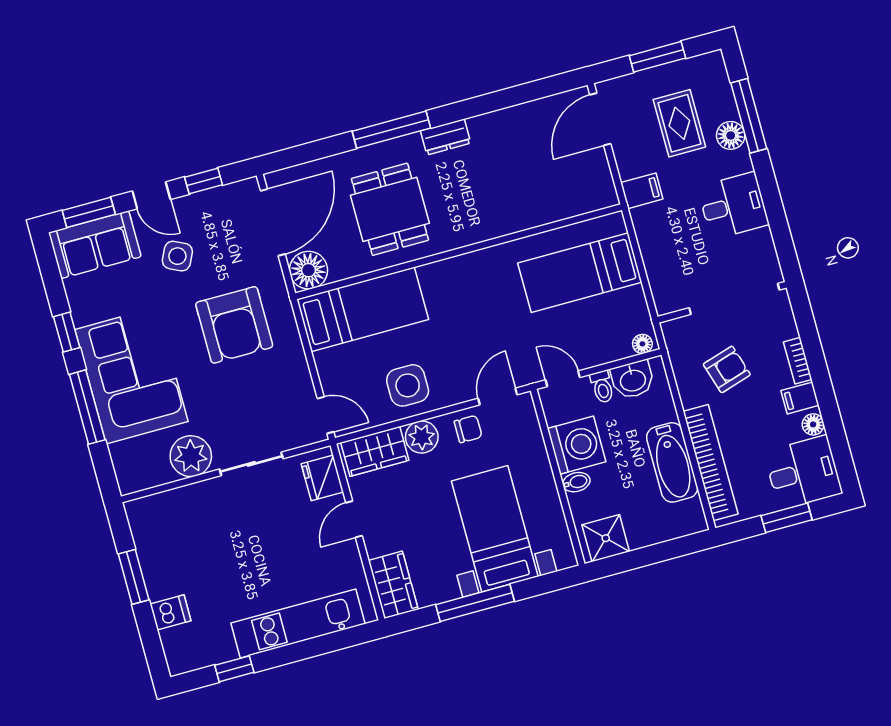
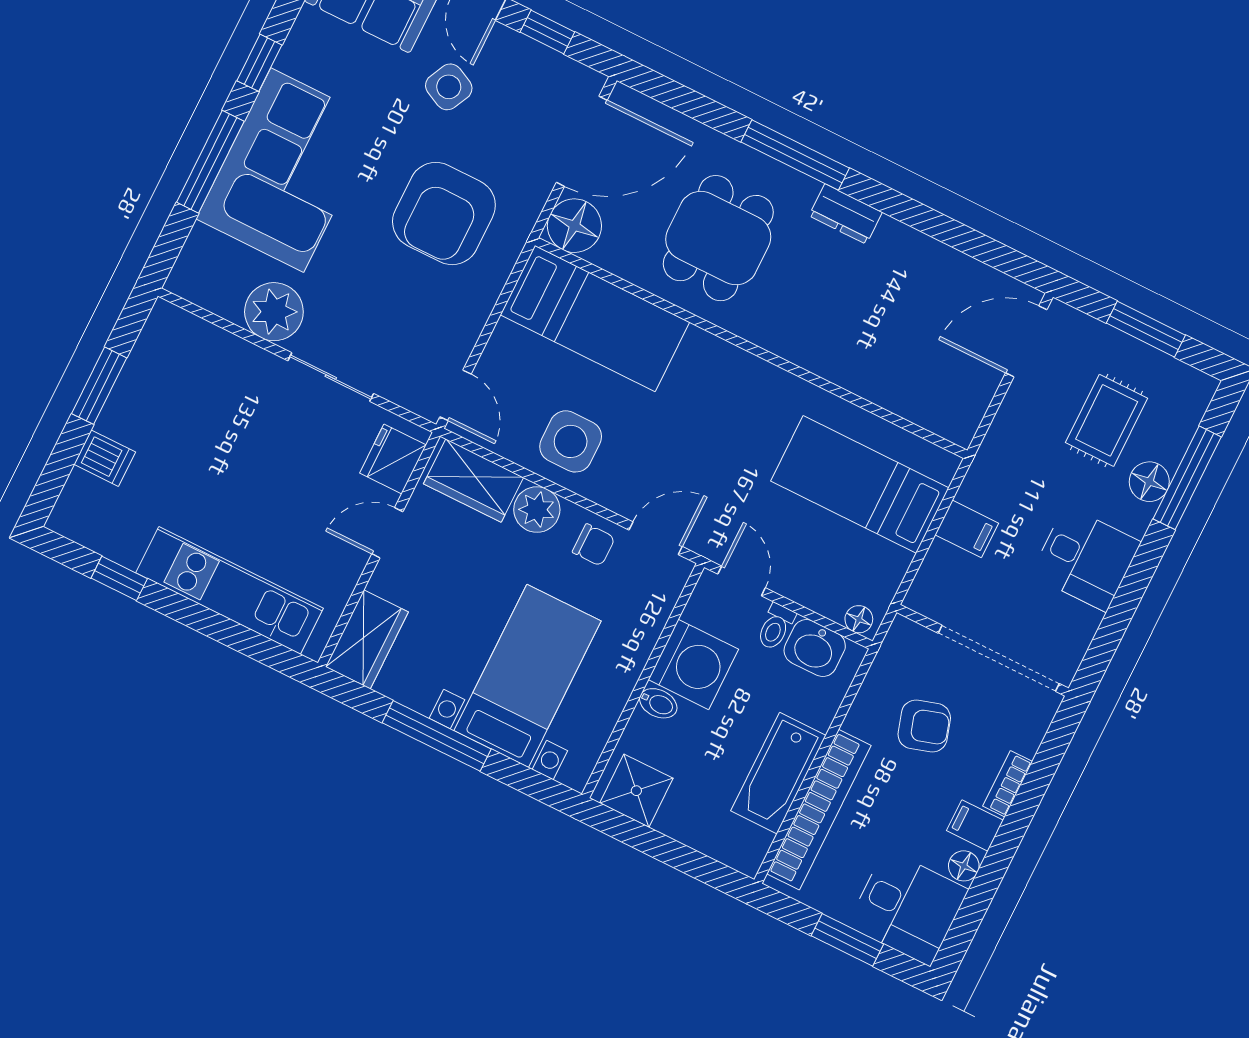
filing cabinet: (642, 191) -> (967, 529), moved

